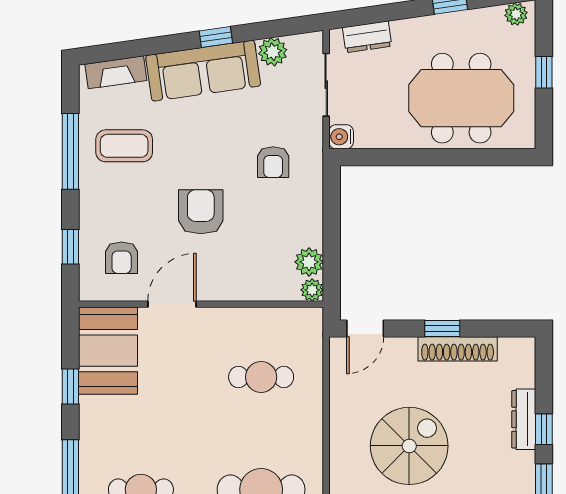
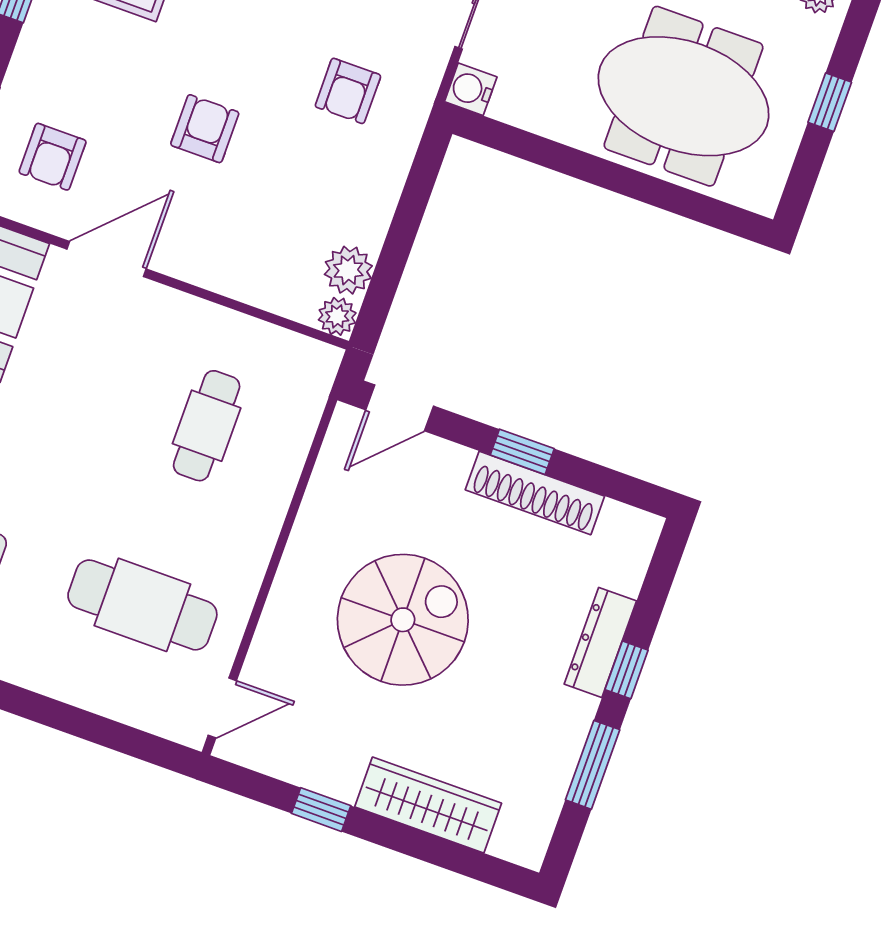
armchair: (201, 212) -> (205, 129), width x0.72, depth x0.72
cafe table: (261, 377) -> (207, 426), turned 90

